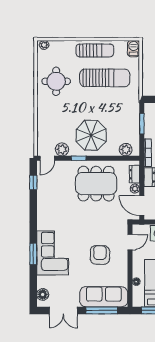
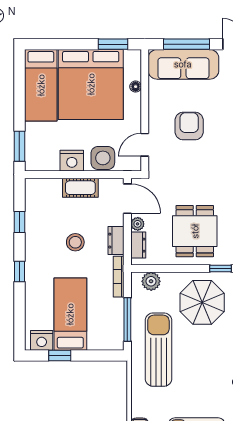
sun lounger: (105, 78) -> (158, 350), moved, turned 90
window: (142, 124) -> (127, 320), width x1.44
dining table: (96, 184) -> (195, 231), width x0.73
armchair: (100, 255) -> (189, 126), turned 180

